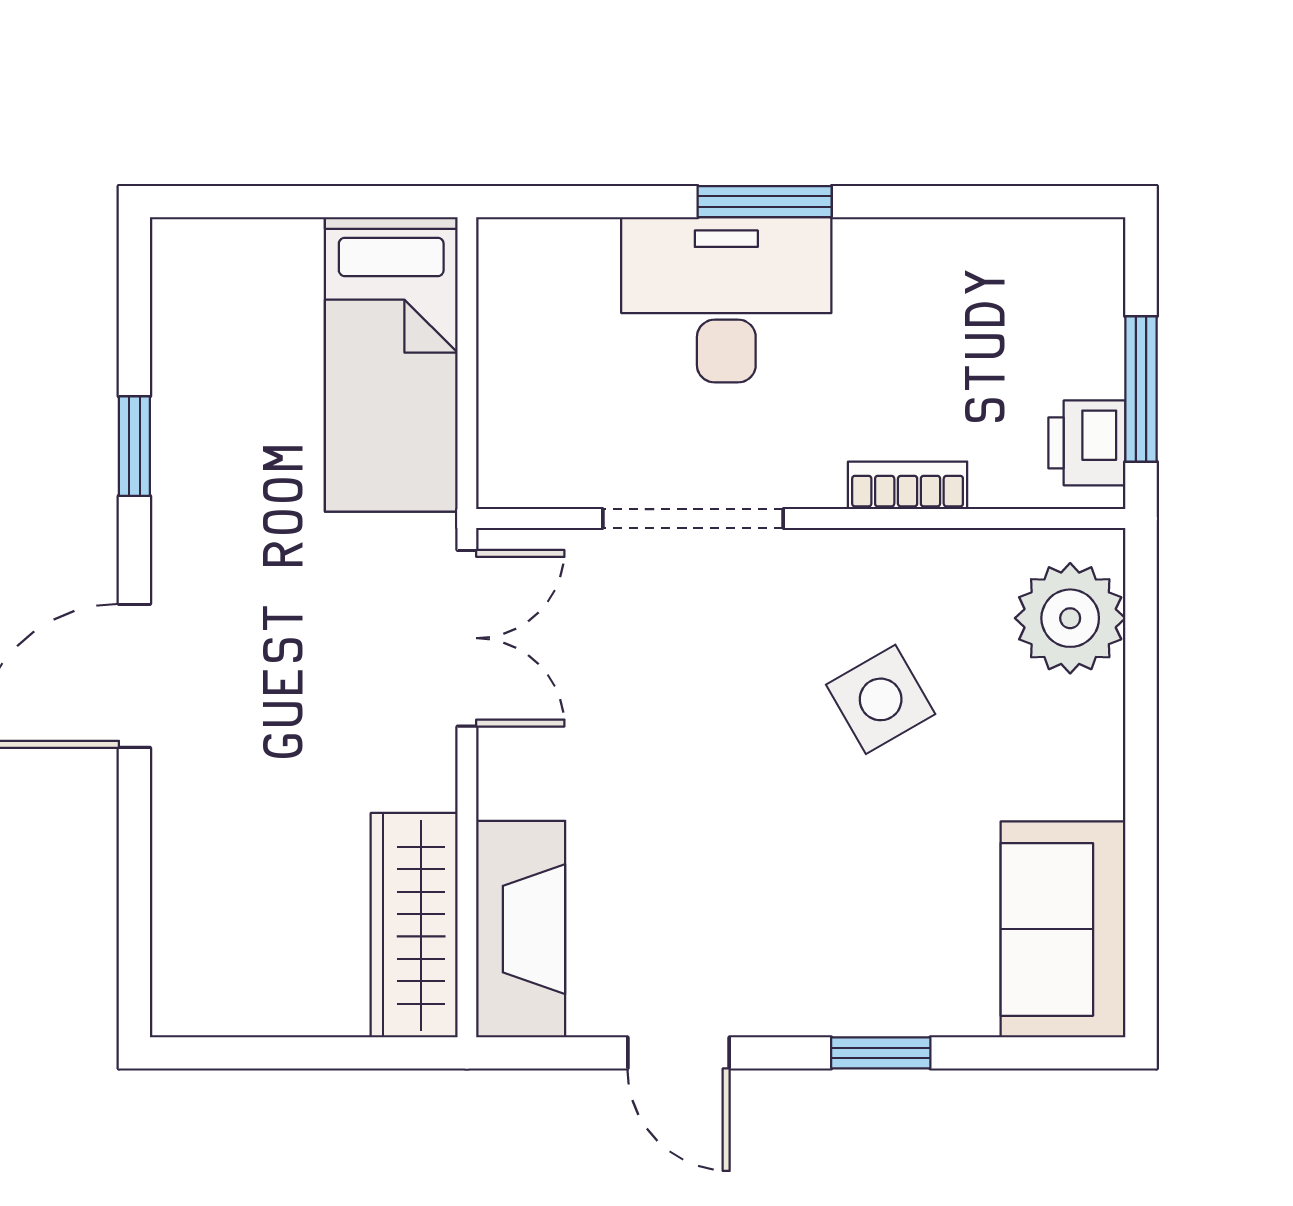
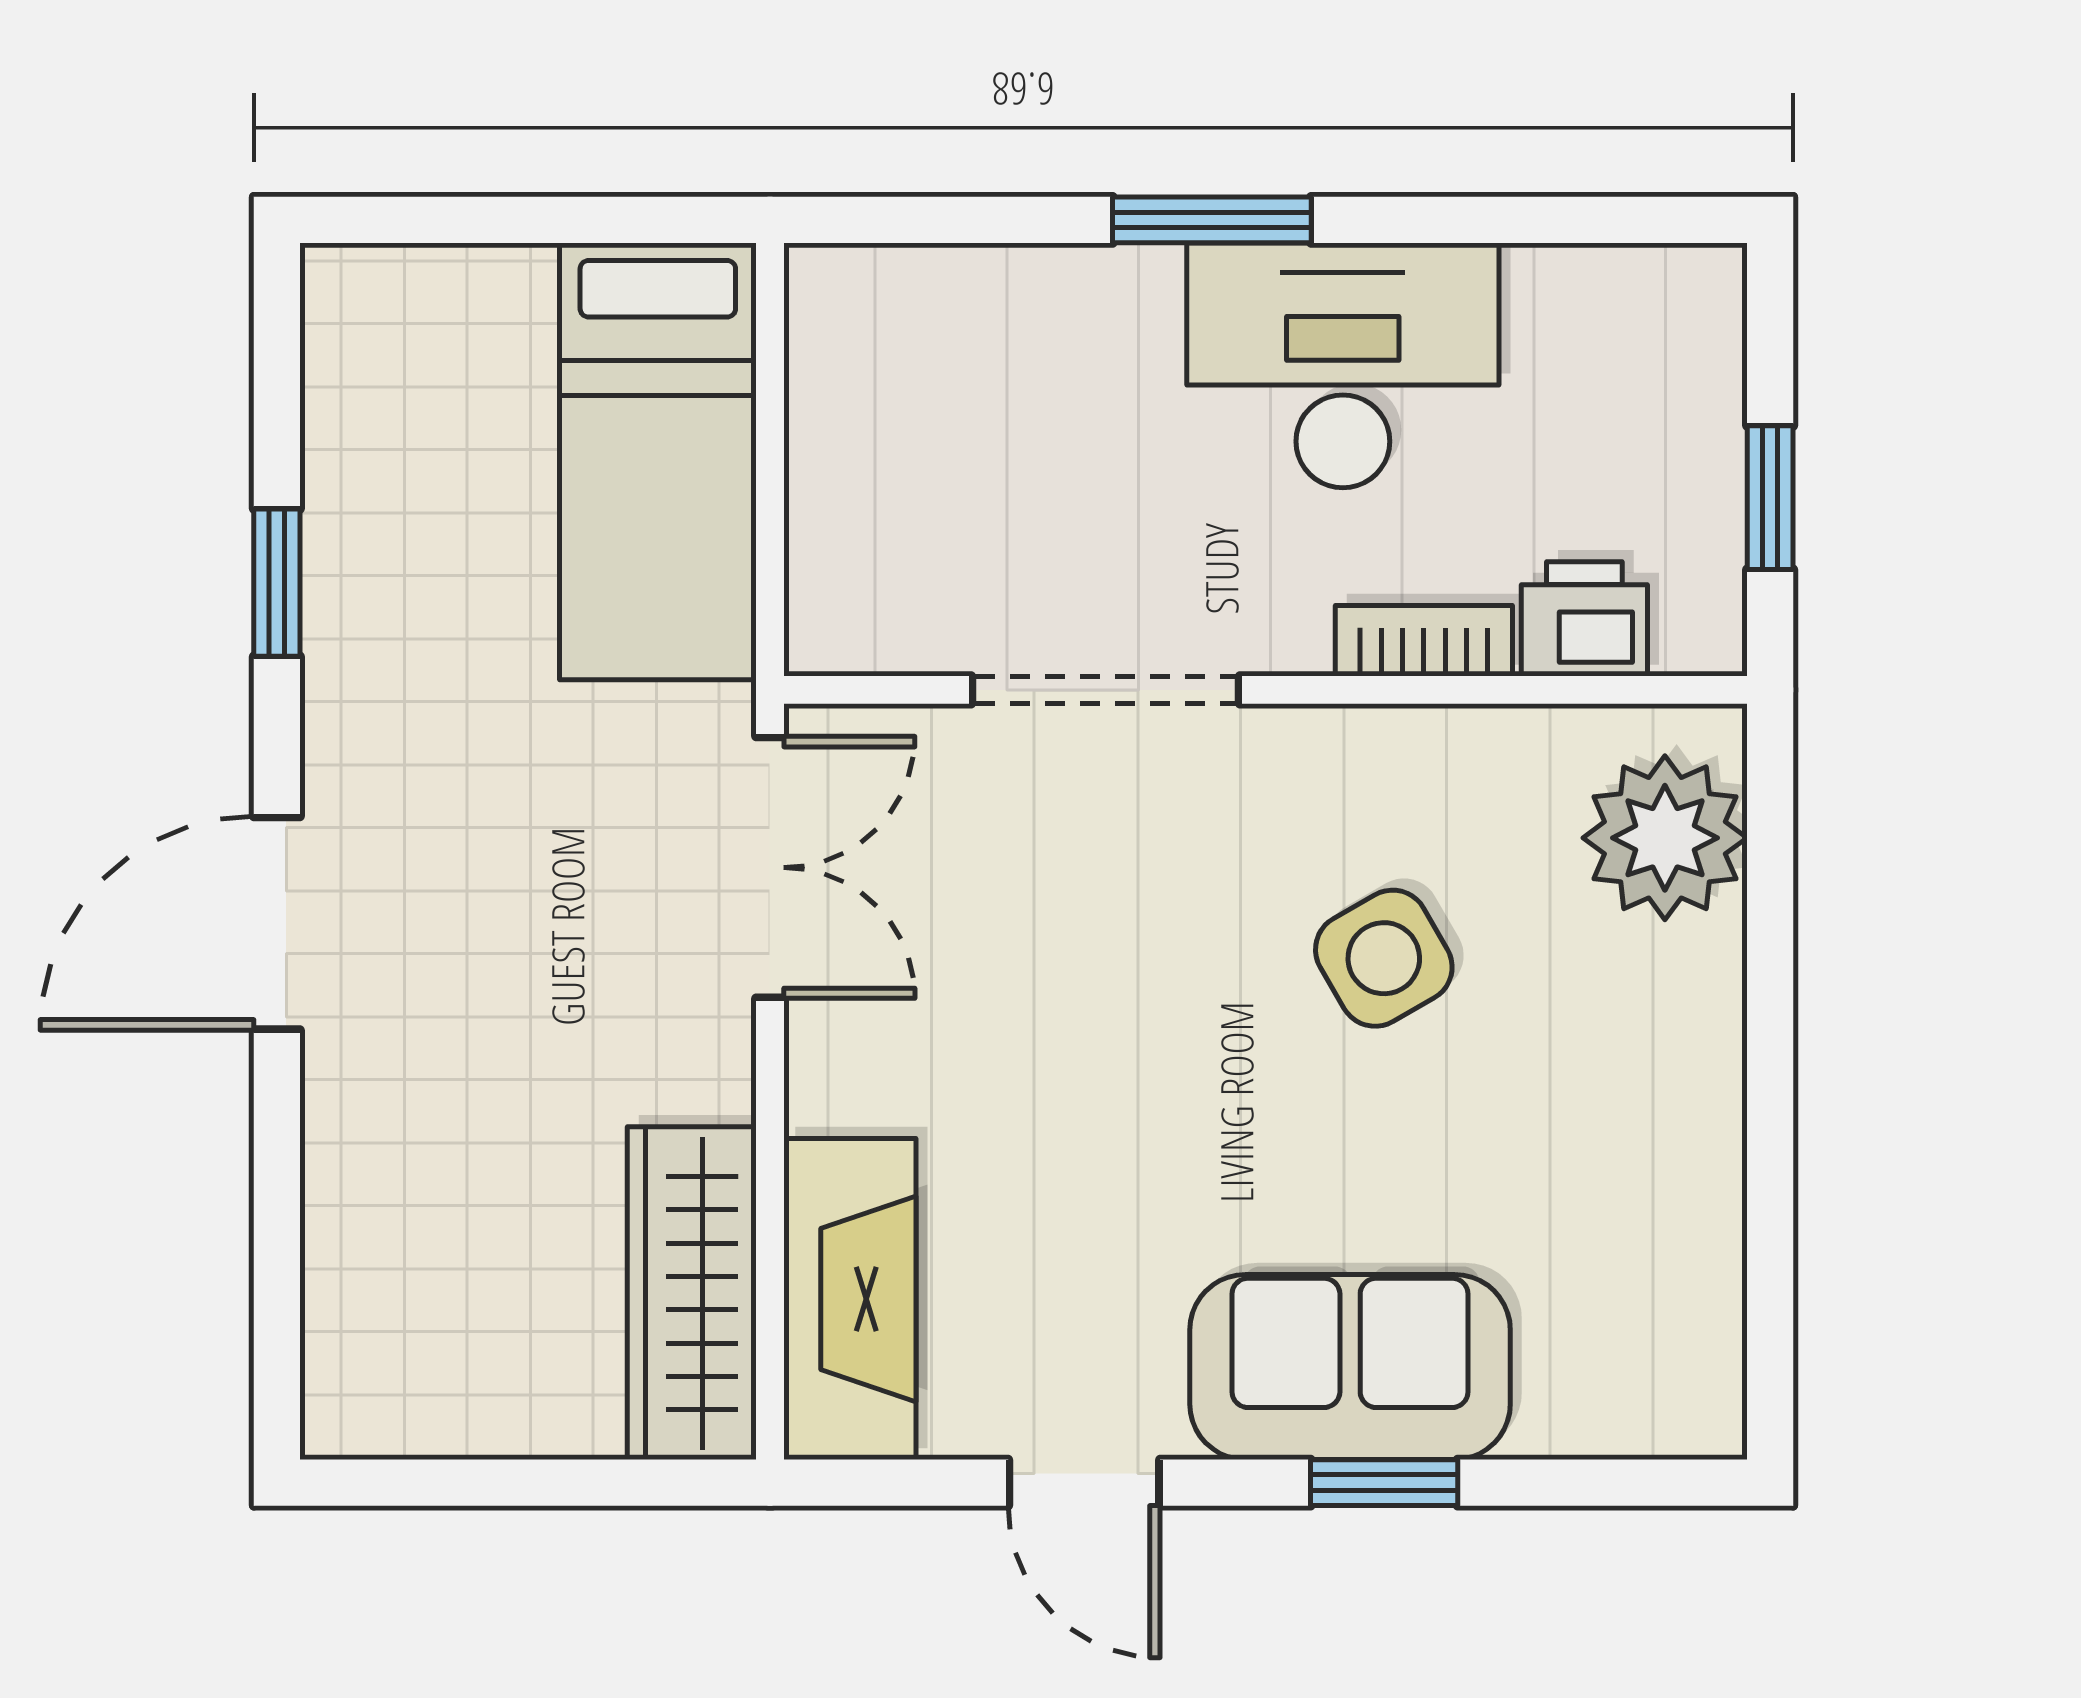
desk: (726, 300) -> (1343, 365), moved
window: (1141, 389) -> (1770, 498), width x0.67
printer: (1087, 443) -> (1584, 619), moved, turned 90
sofa: (1063, 929) -> (1350, 1367), moved, turned 90

